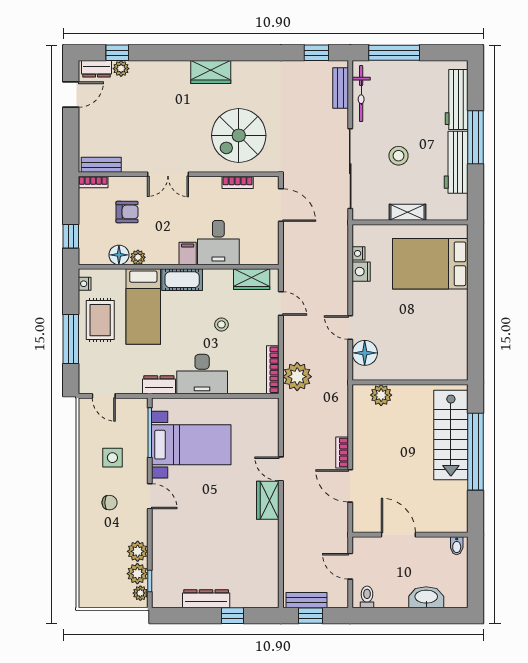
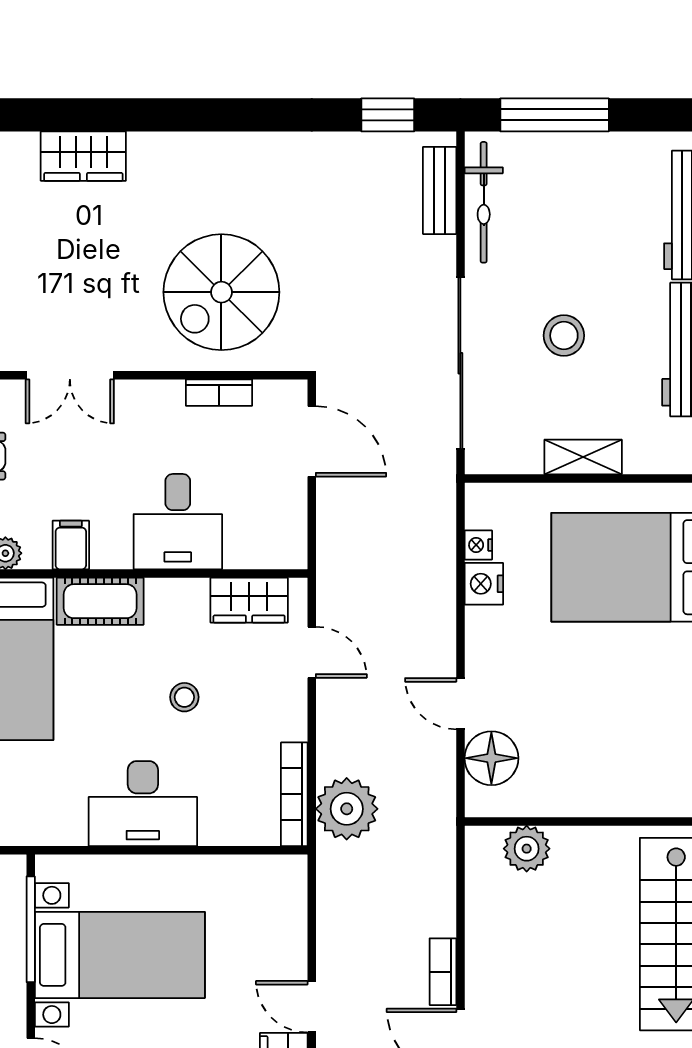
wardrobe: (211, 72) -> (83, 156), moved
filing cabinet: (188, 253) -> (71, 545), moved
dresser: (159, 385) -> (50, 827), removed

